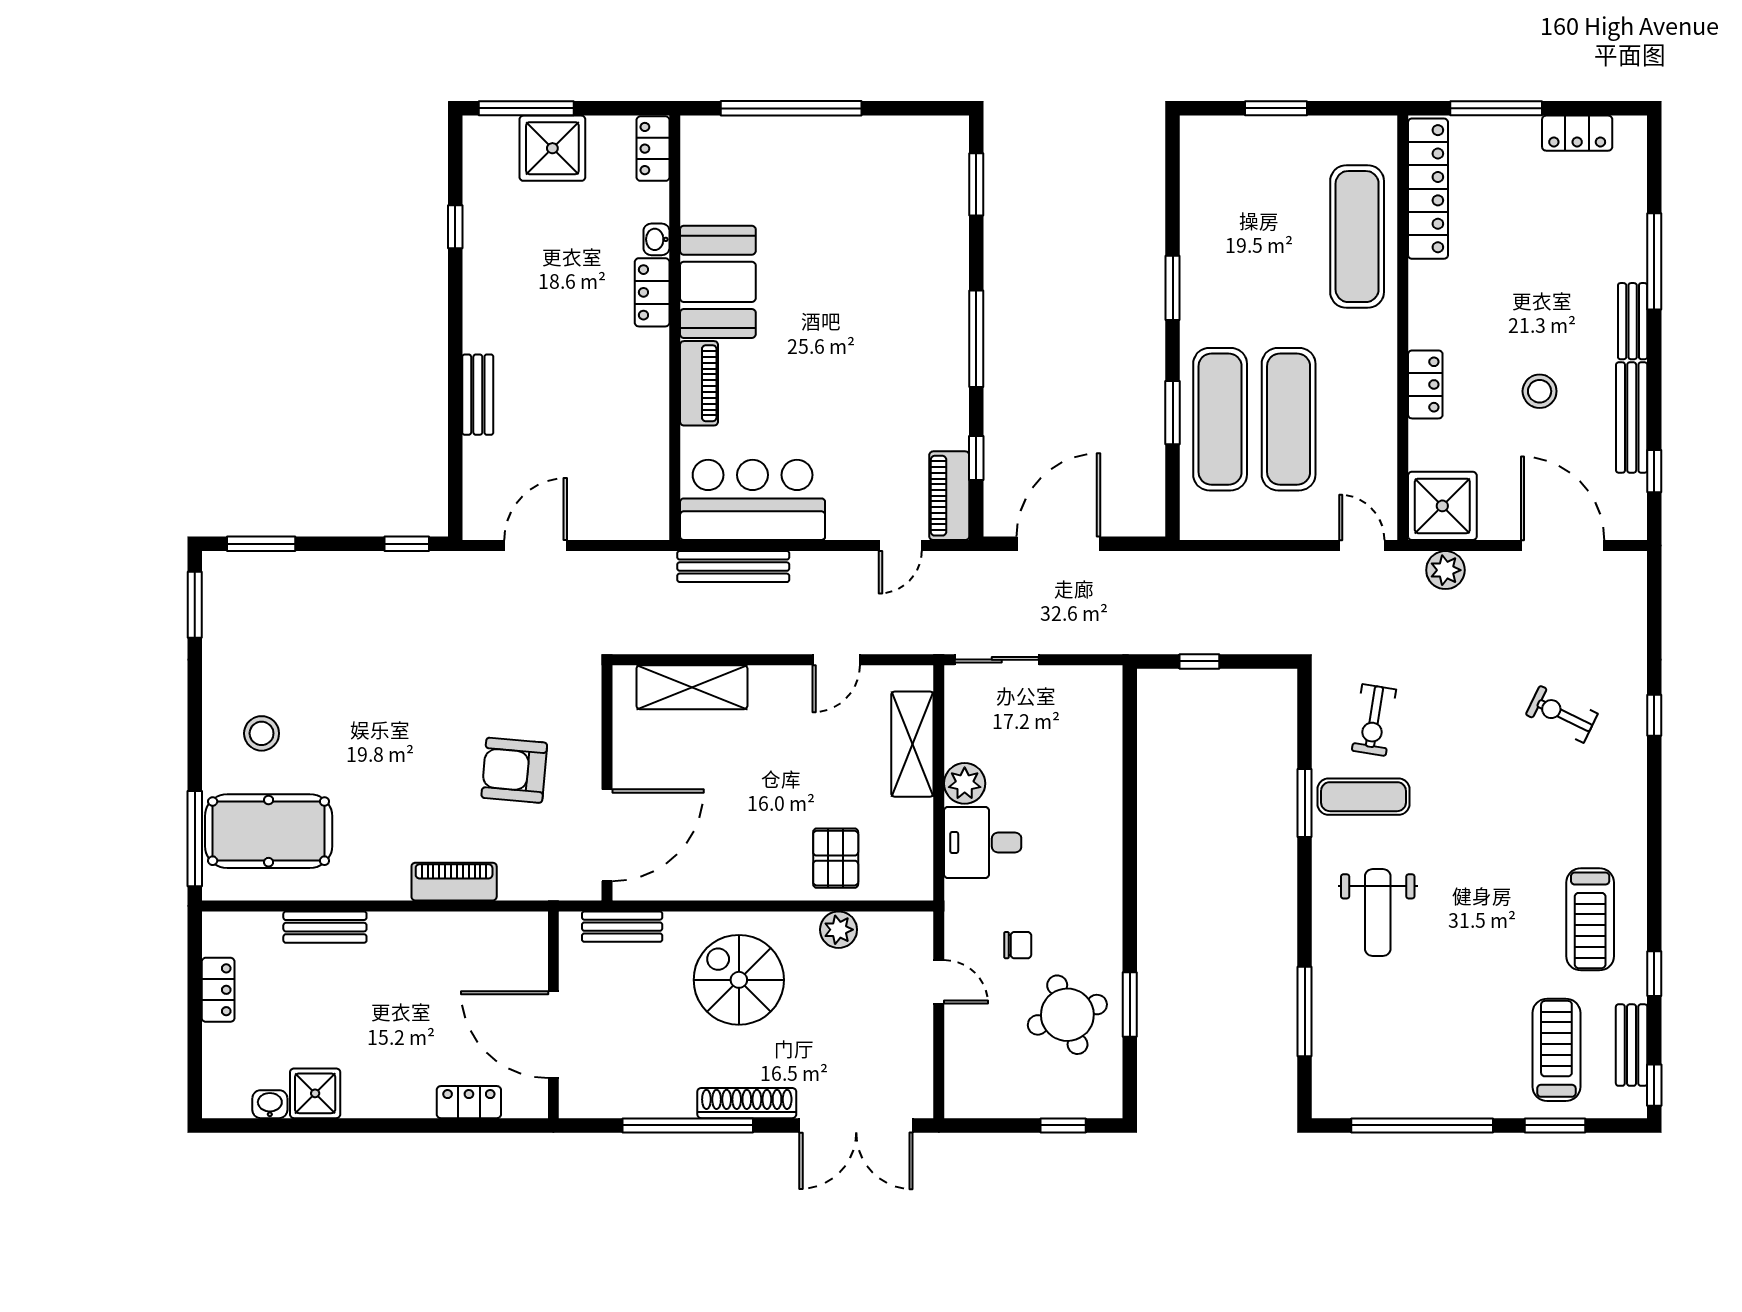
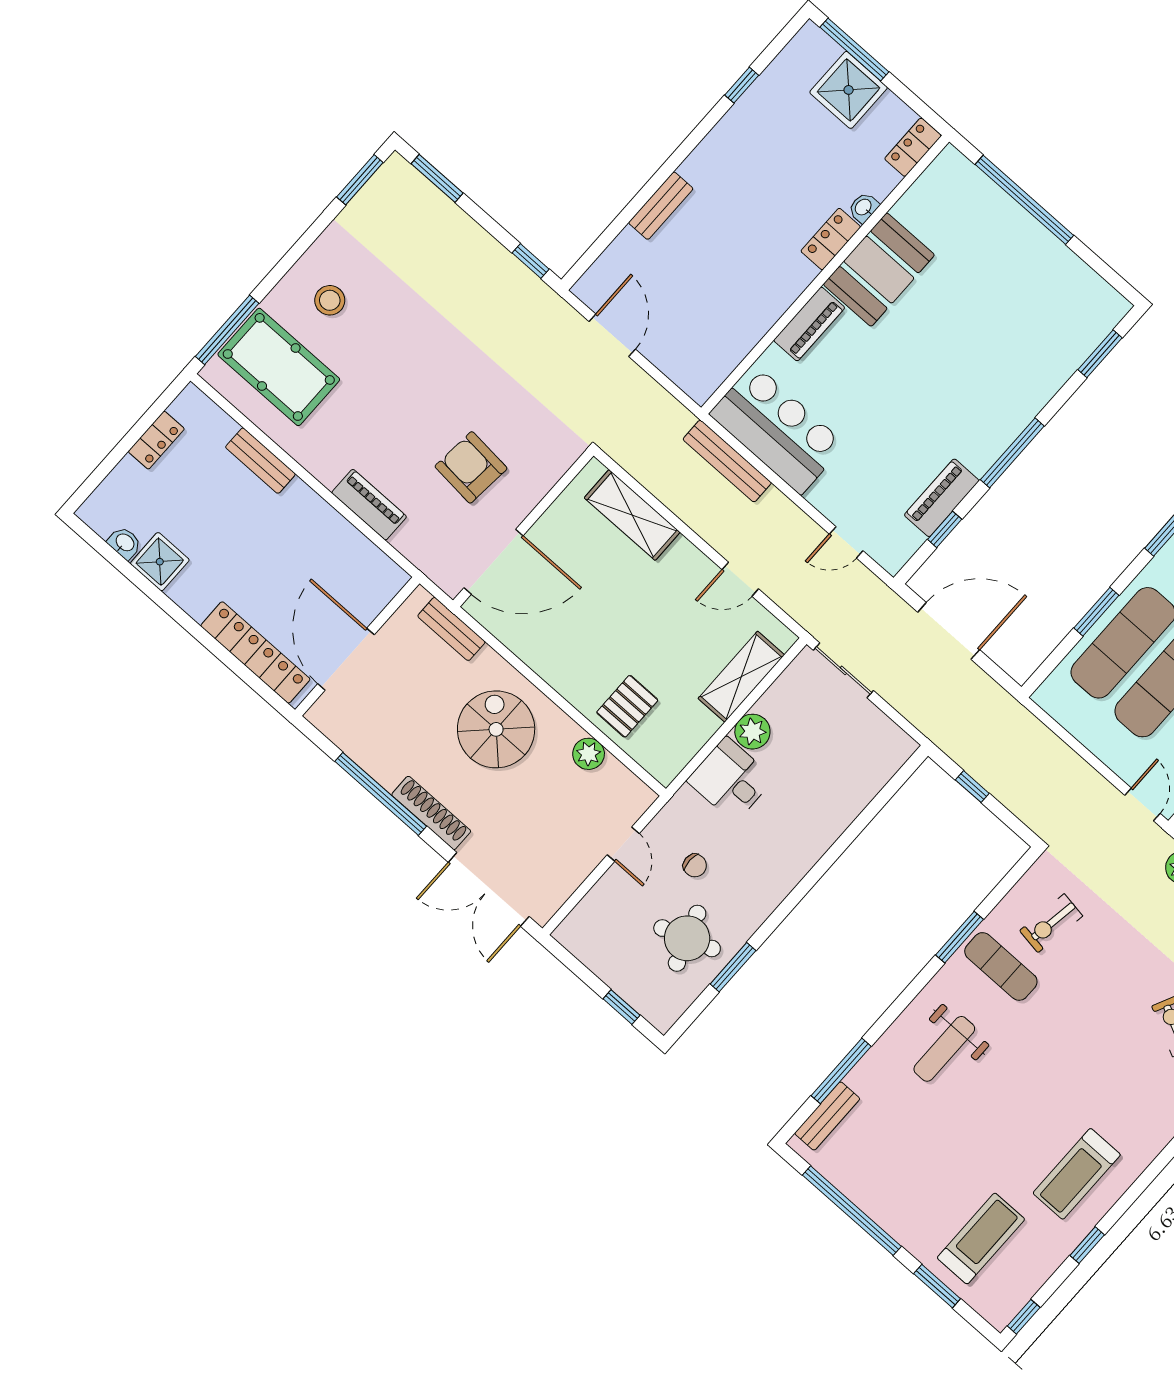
piano: (949, 496) -> (942, 498), moved
door: (536, 546) -> (612, 335), hinge flipped
bench: (1632, 1045) -> (827, 1116), moved
locker: (469, 1102) -> (255, 652), width x2.16, depth x1.21

